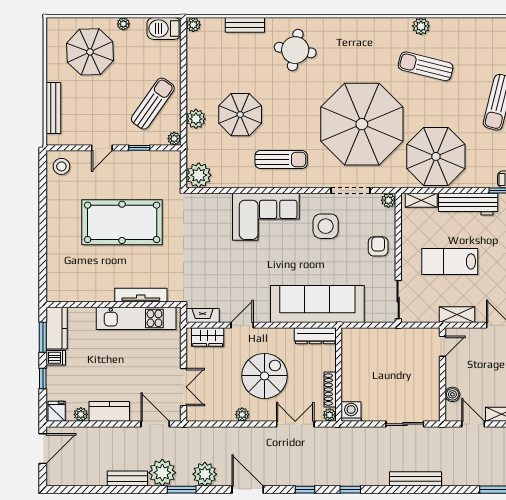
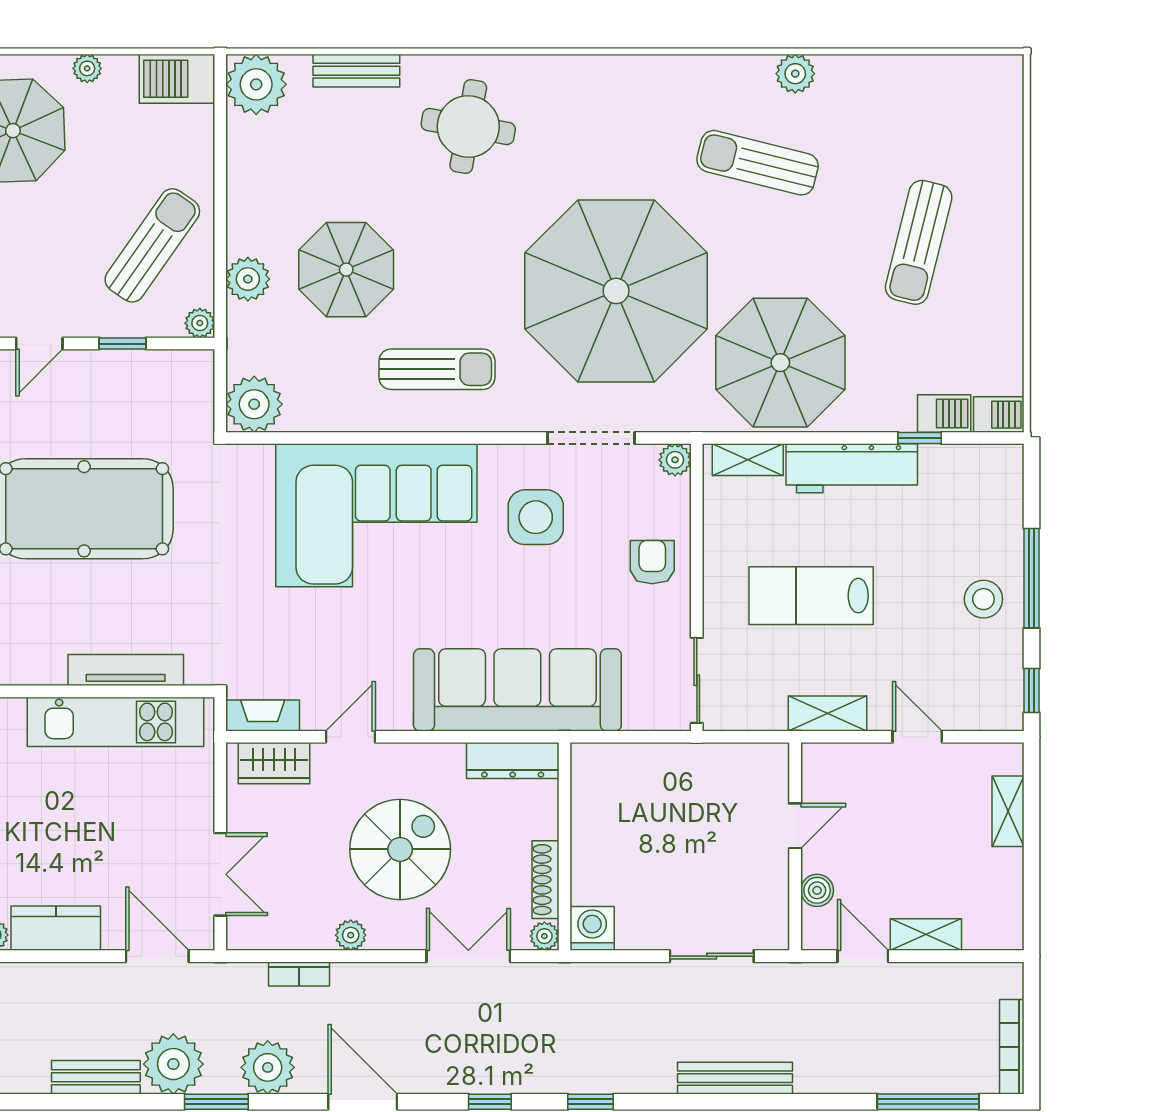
plant: (193, 25) -> (256, 84), width x1.88, depth x1.88
plant: (421, 26) -> (795, 74), moved
corner sofa: (266, 217) -> (376, 515), width x1.36, depth x1.36
door: (443, 346) -> (795, 826), moved
bookcase: (219, 432) -> (299, 974), added

